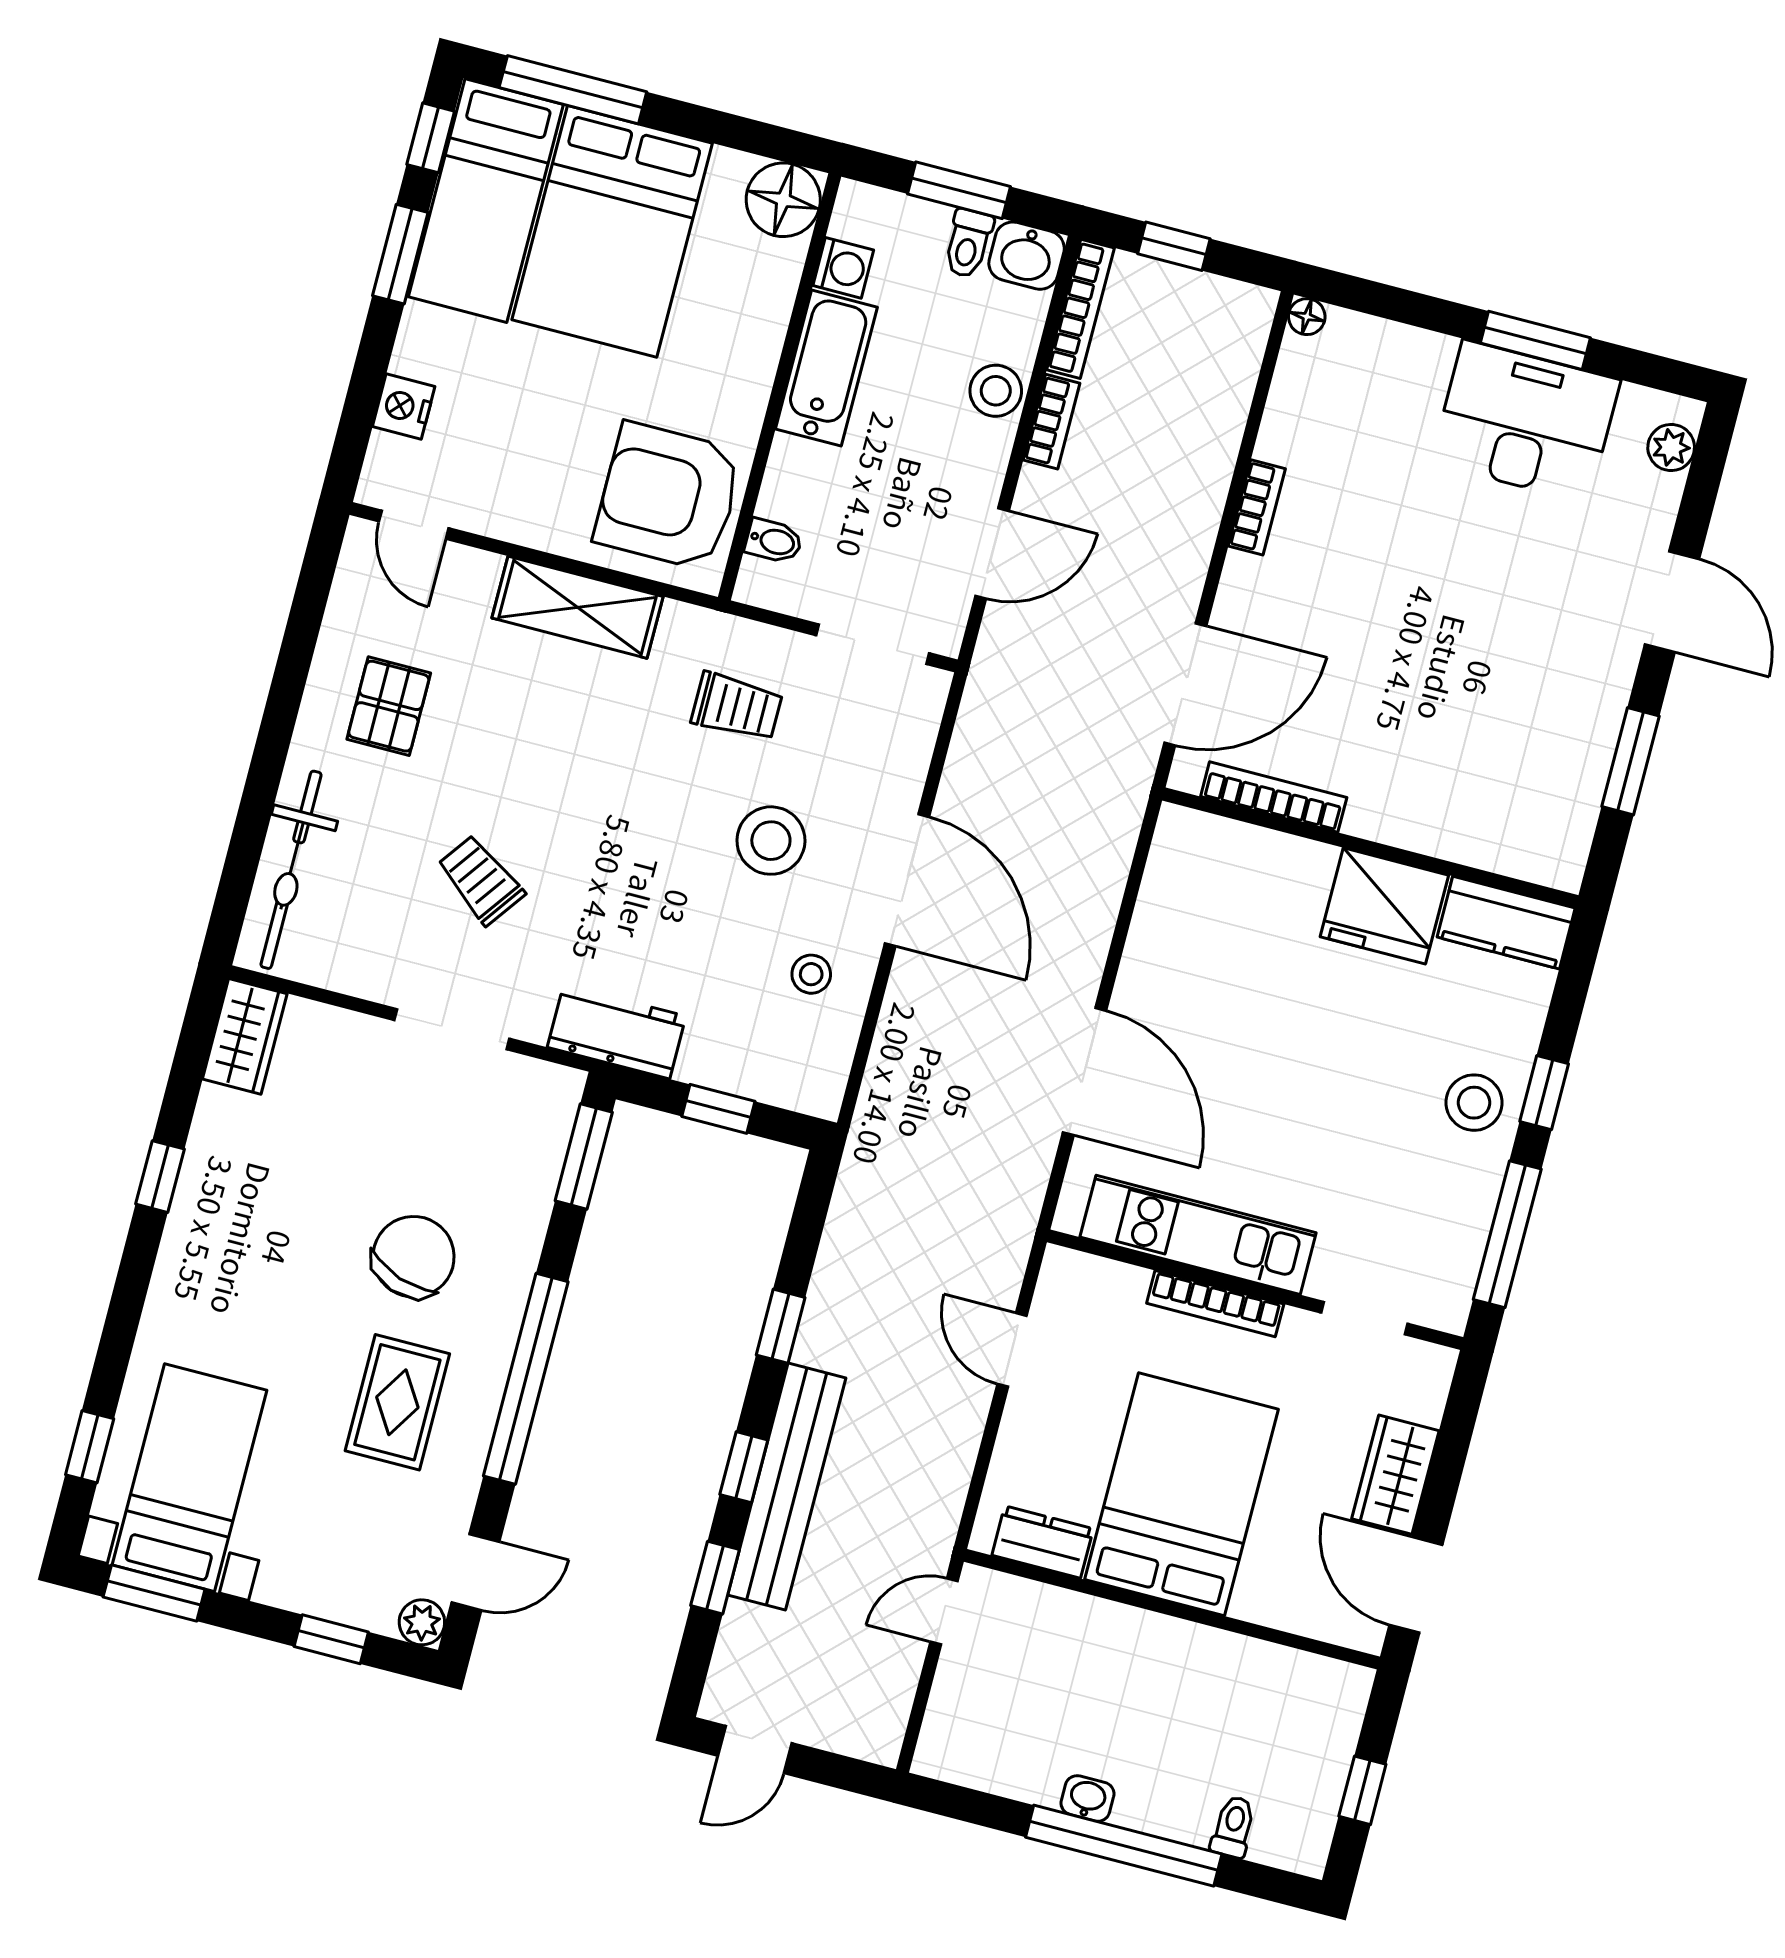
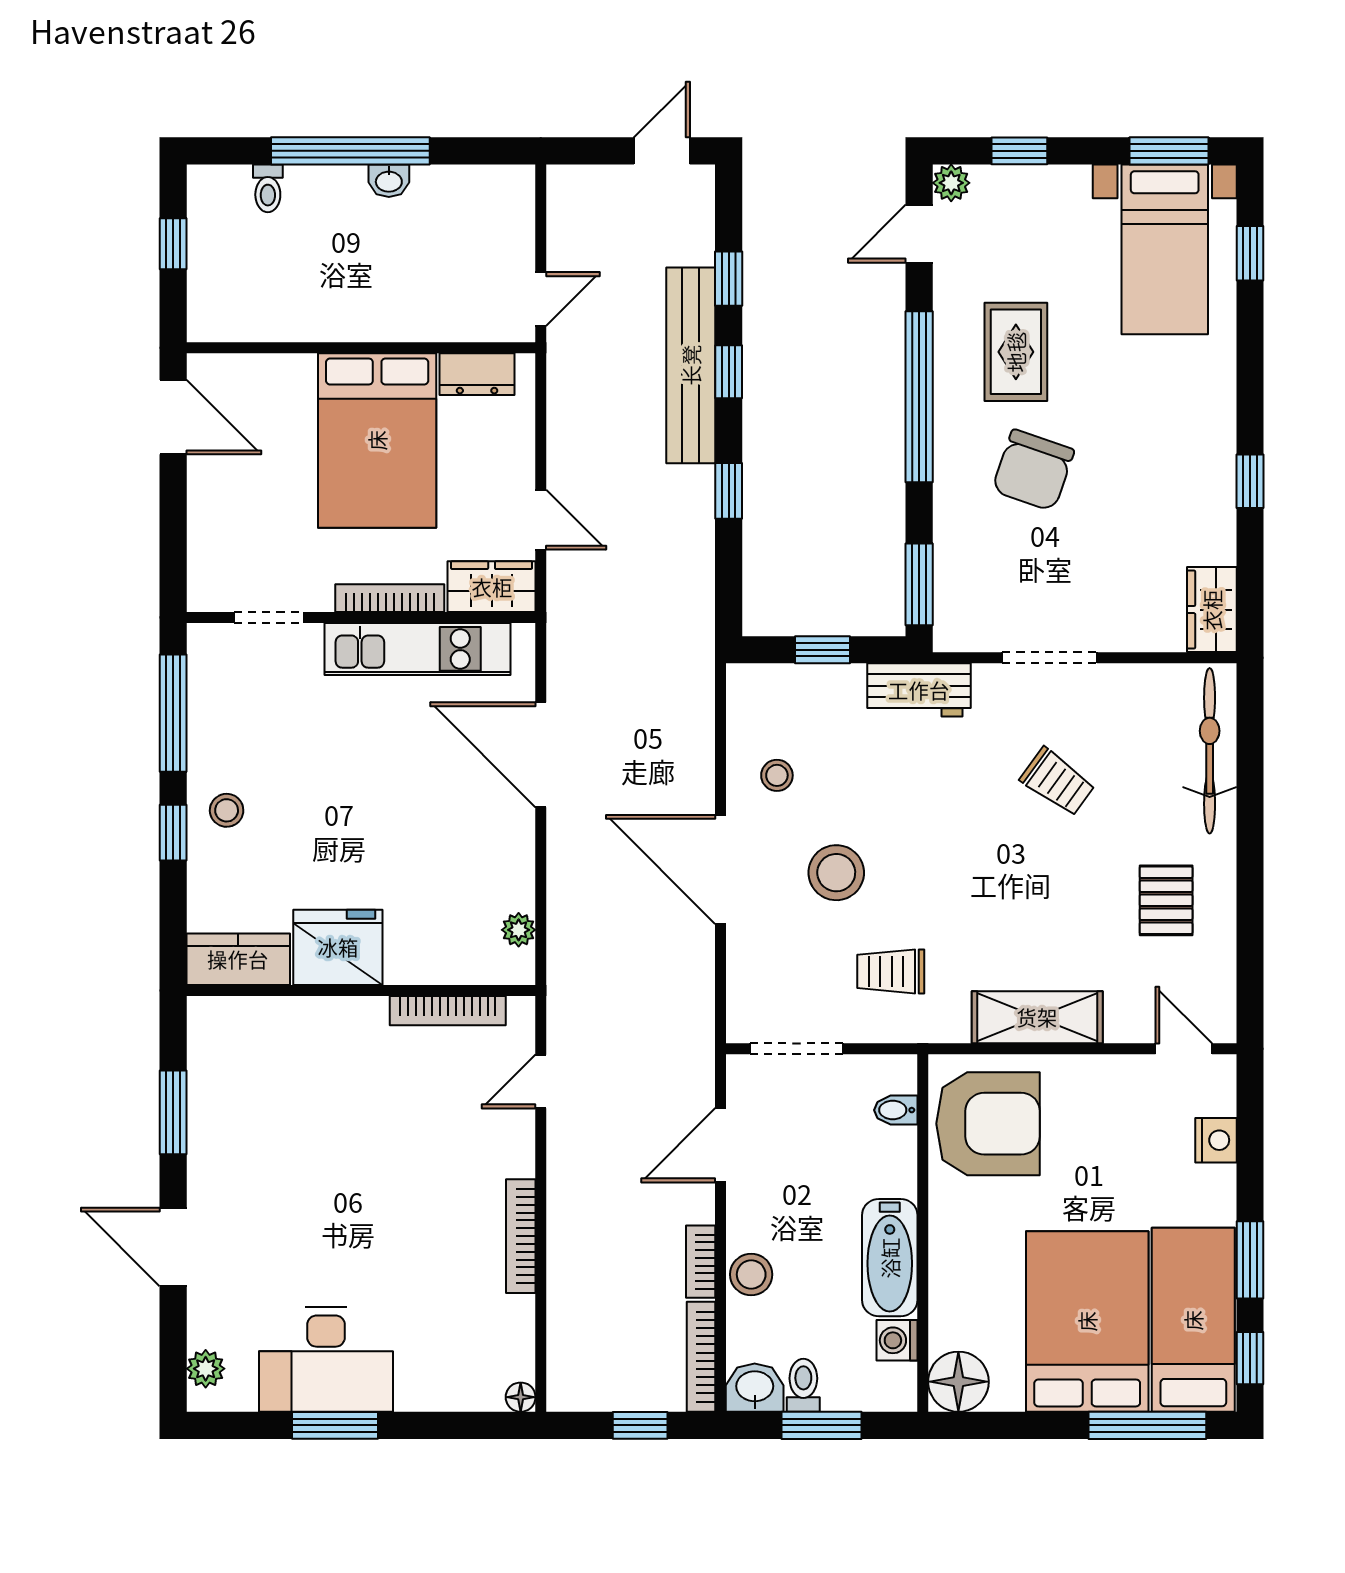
bookcase: (1257, 507) -> (521, 1236), width x1.56
door: (1185, 684) -> (541, 1082), width x0.53
plant: (1165, 871) -> (519, 930), added
stool: (1474, 1103) -> (227, 810), width x0.73, depth x0.73
wardrobe: (1395, 1475) -> (492, 587), moved, turned -90

